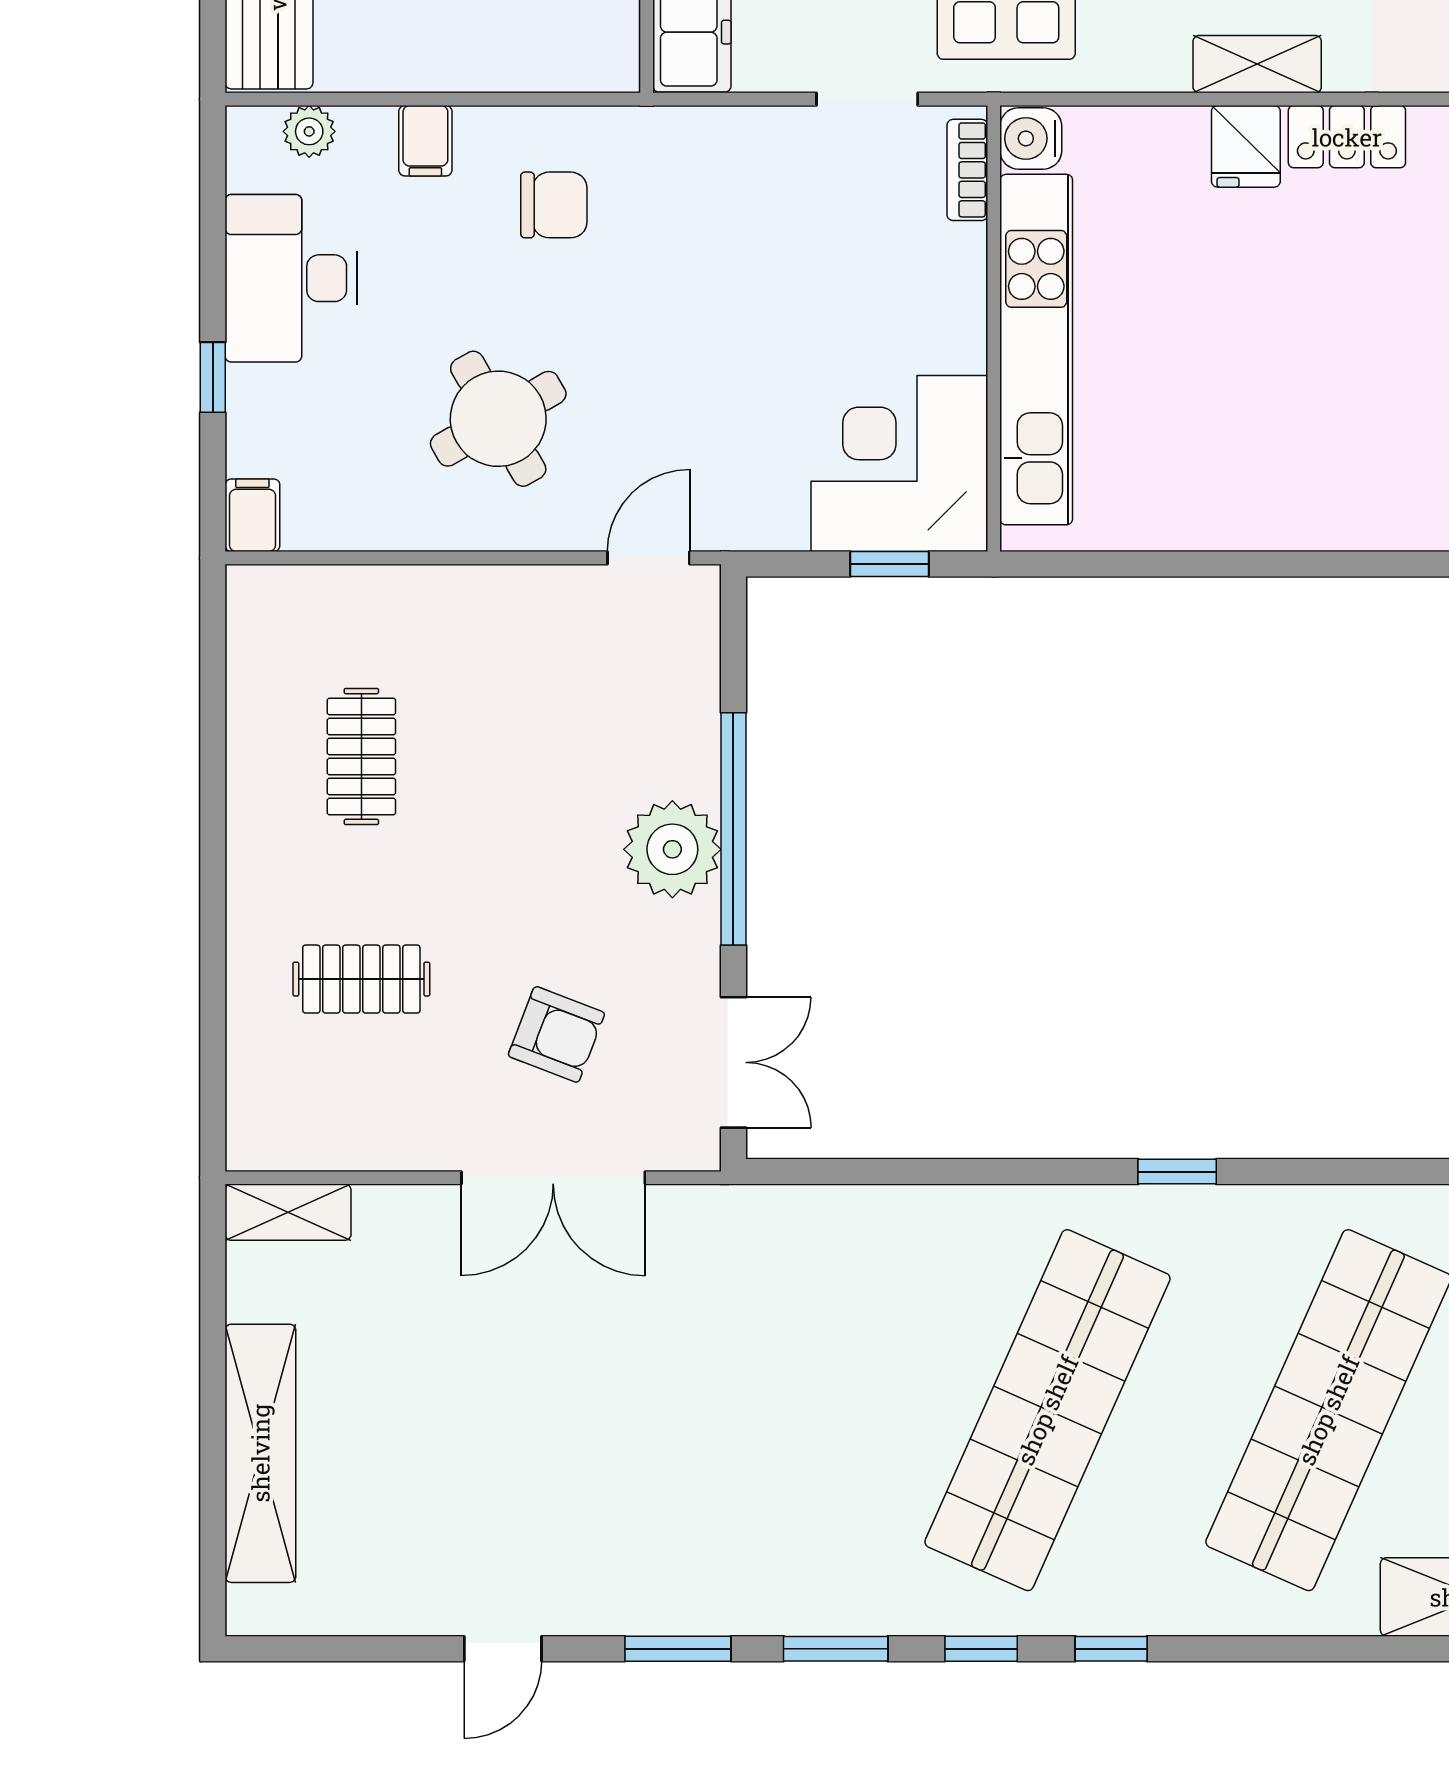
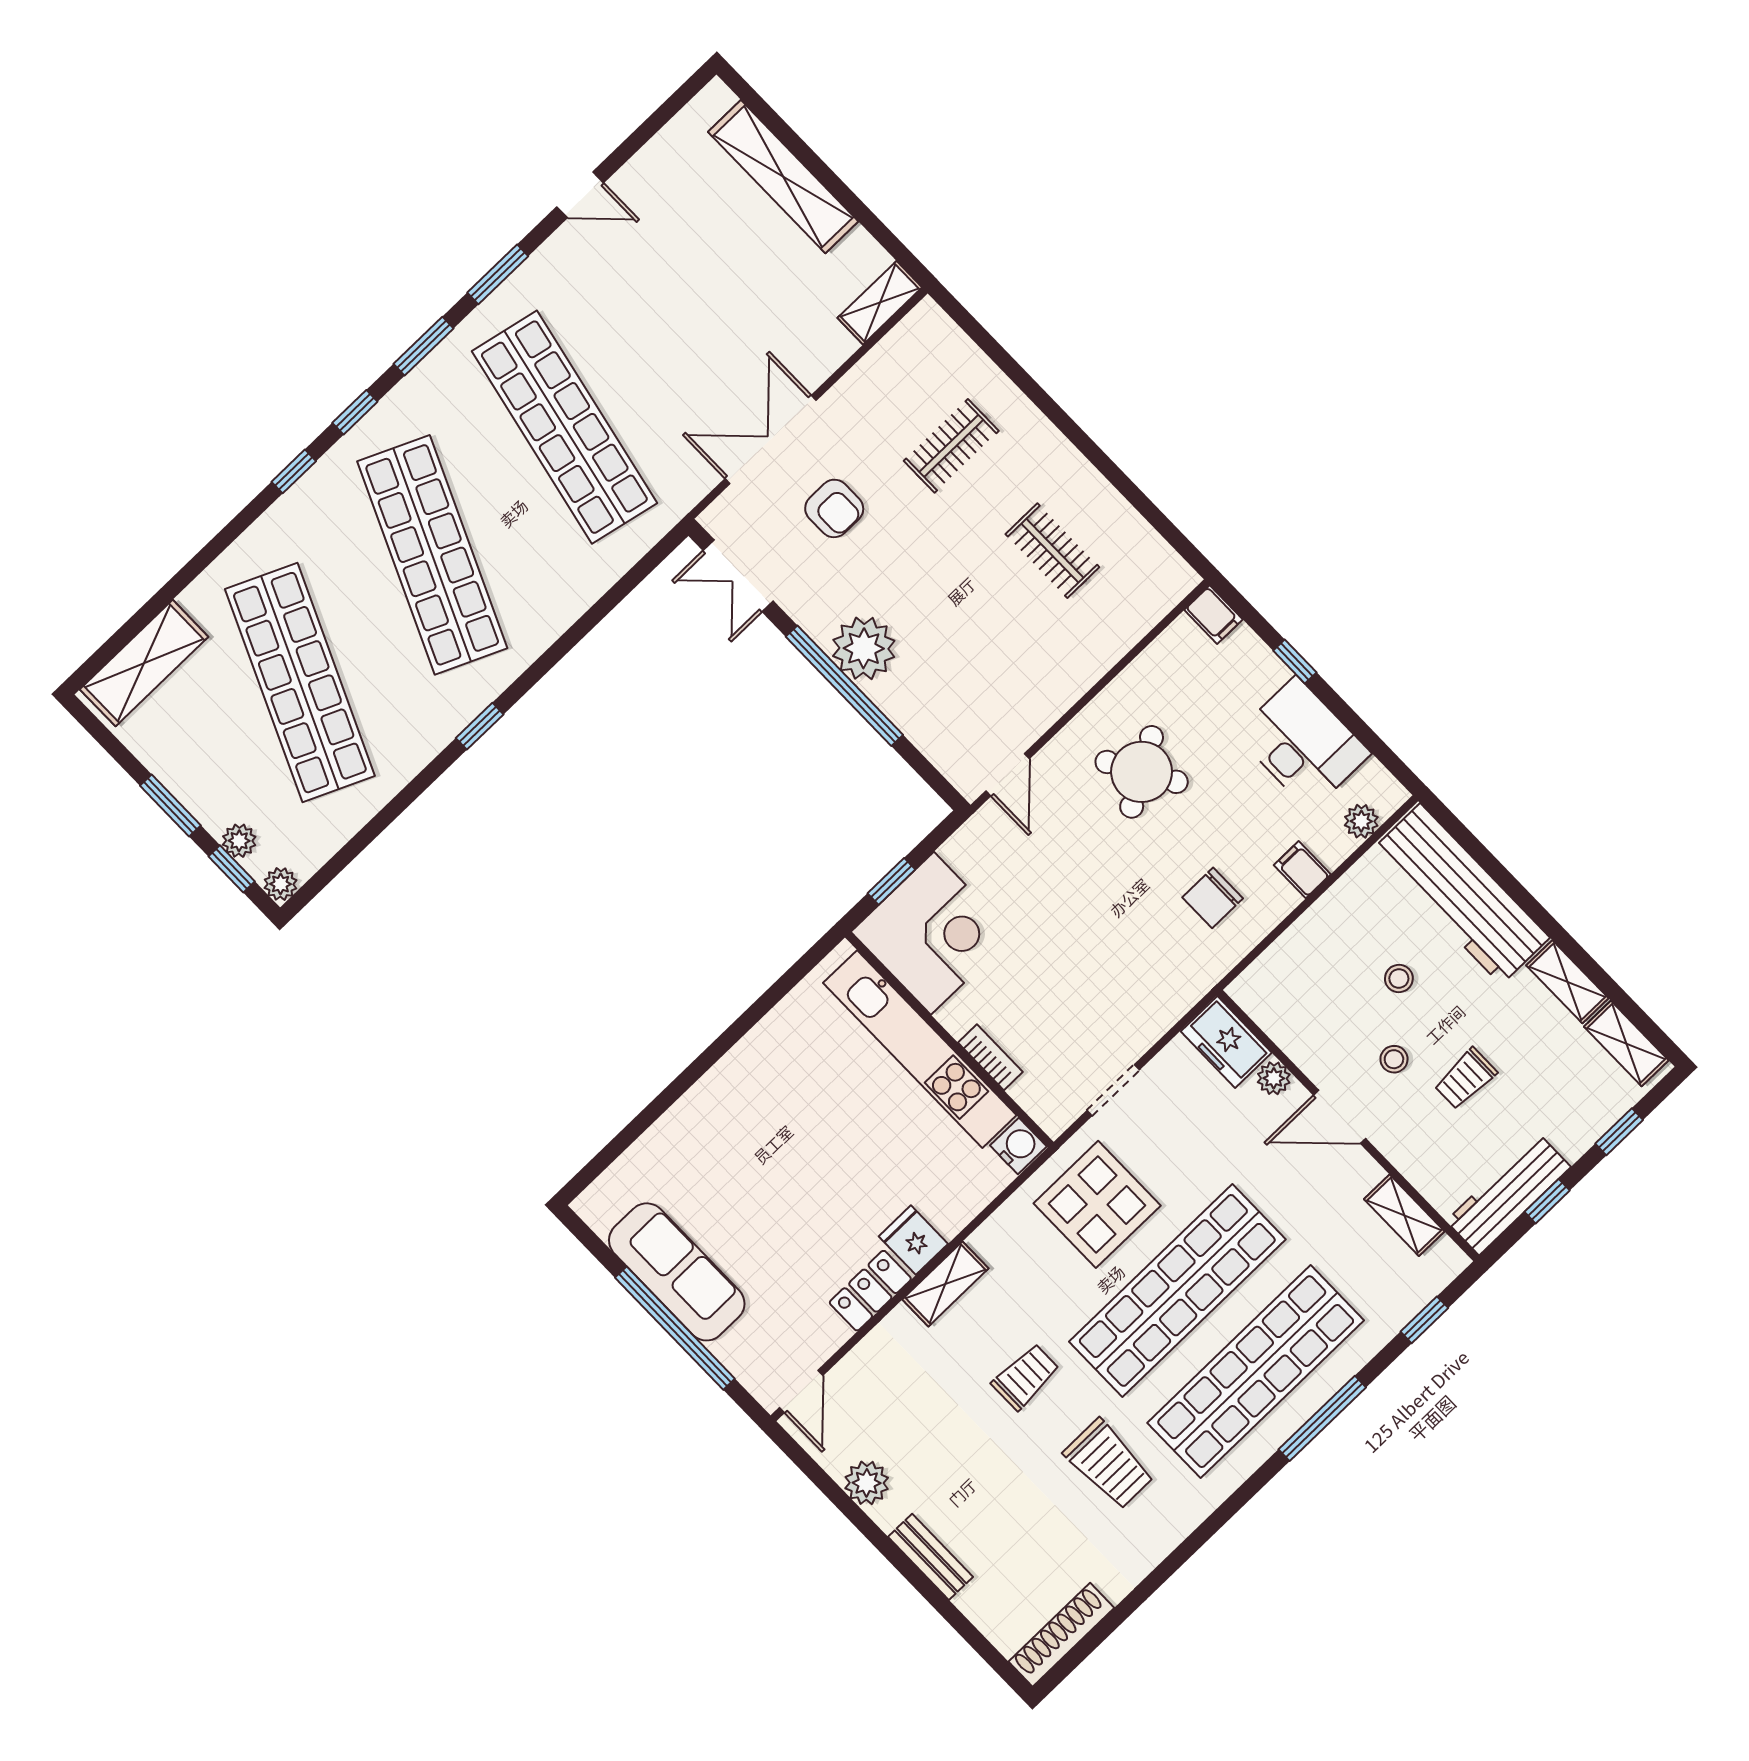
bookcase: (967, 170) -> (990, 1057), moved
armchair: (556, 1034) -> (834, 508), turned -111
shop shelf: (767, 1410) -> (564, 427), added
door: (503, 1649) -> (580, 195), swing flipped

